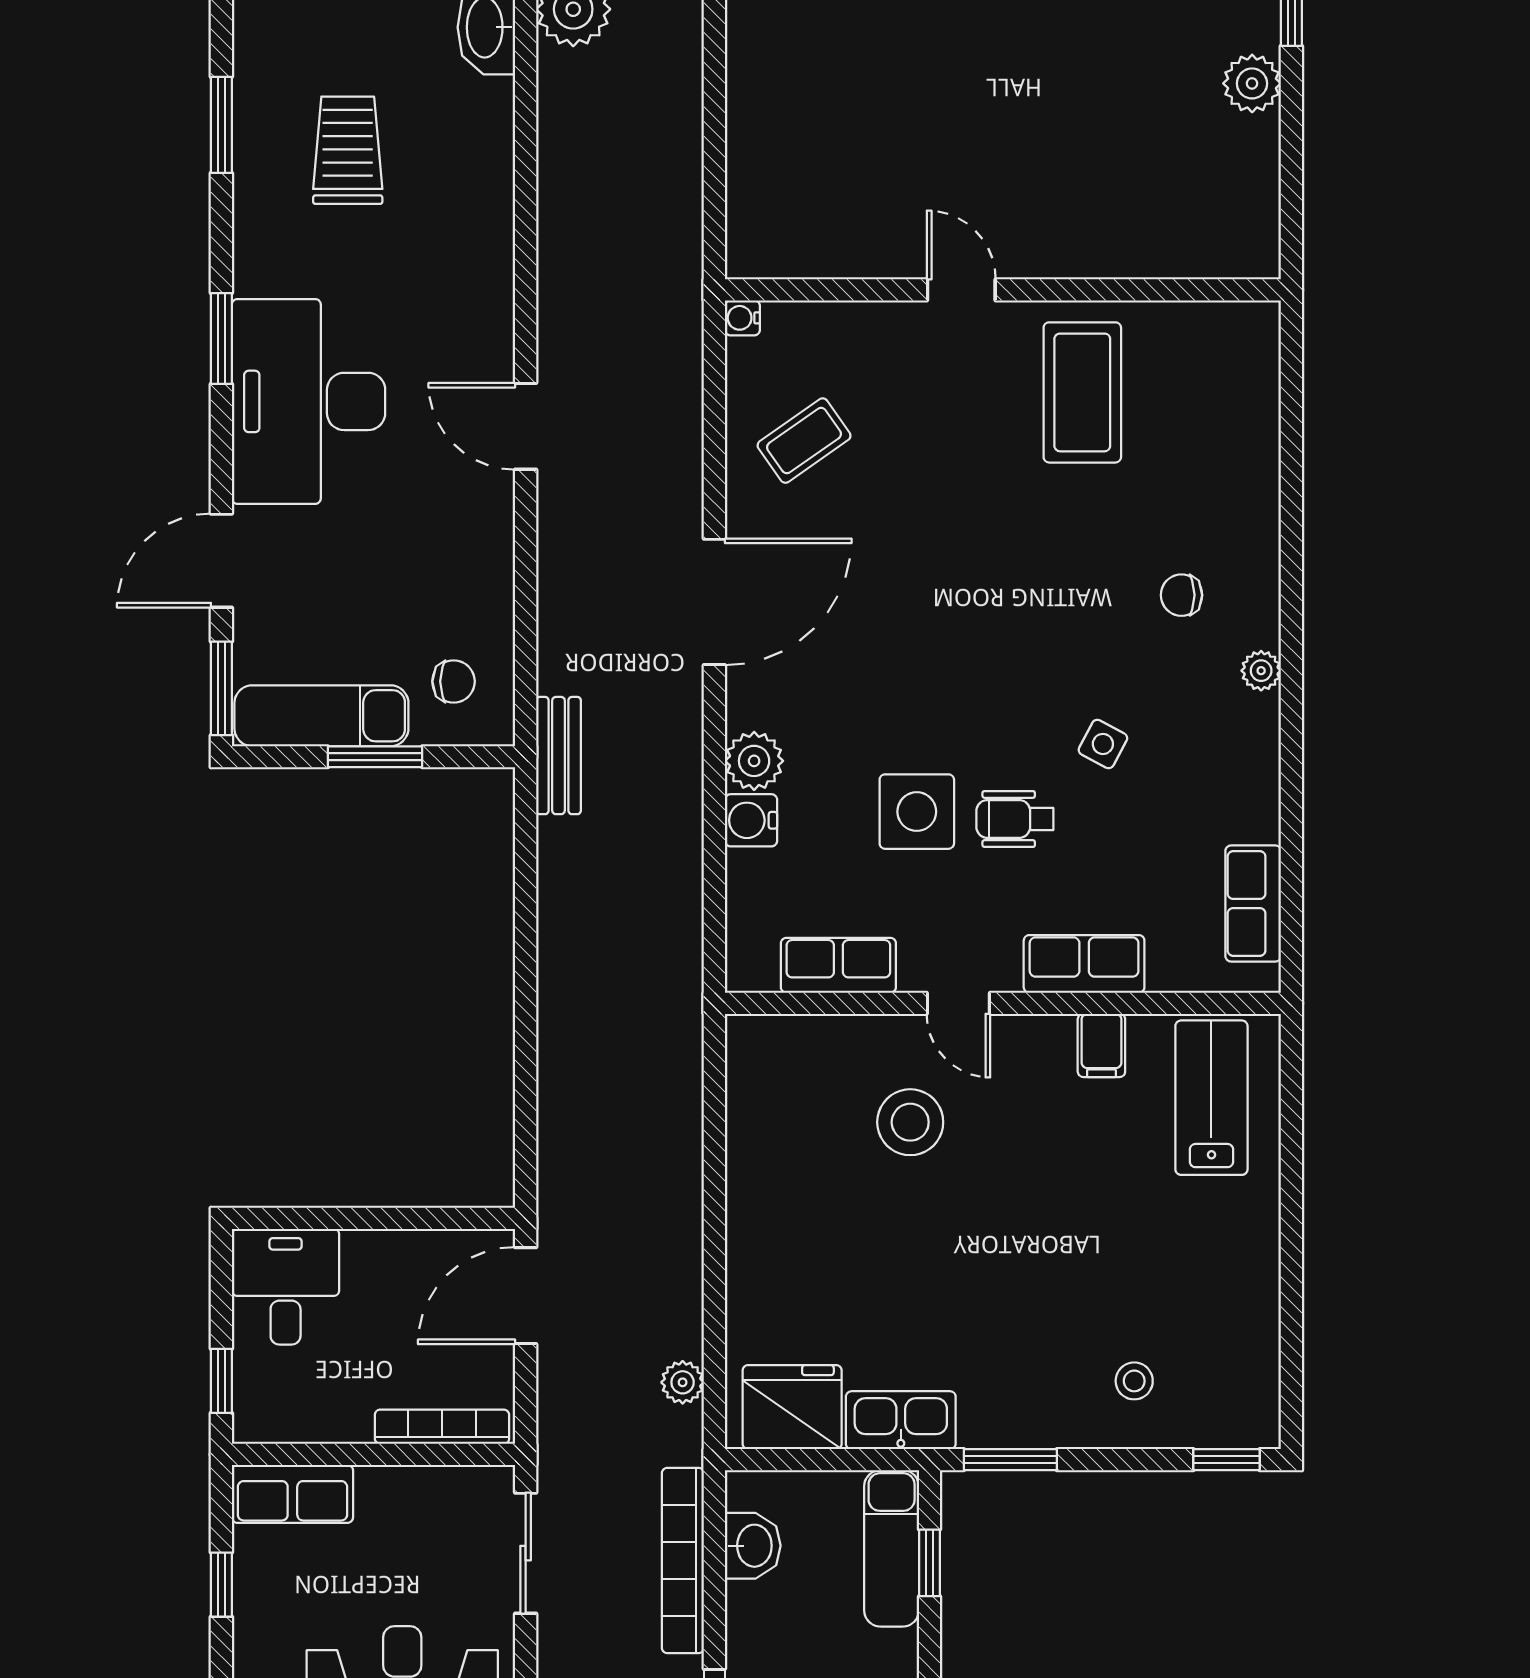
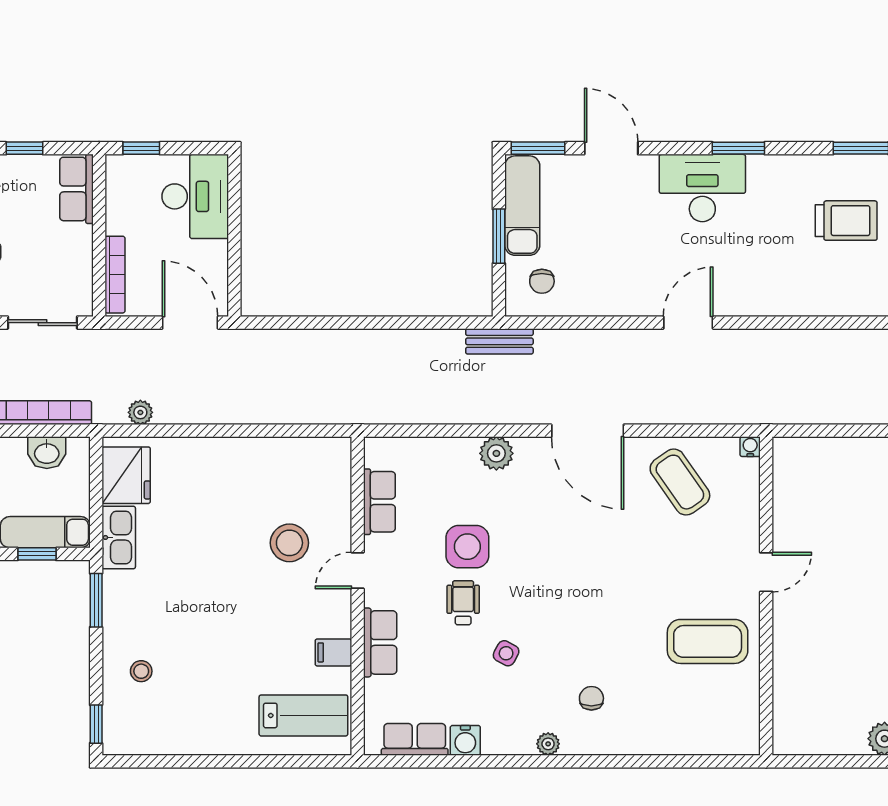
desk: (309, 401) -> (702, 188), width x0.73, depth x0.77
coffee table: (804, 441) -> (680, 482), width x1.36, depth x1.30
water cooler: (751, 820) -> (465, 740), moved, turned 180
desk: (286, 1287) -> (195, 196), width x1.37

